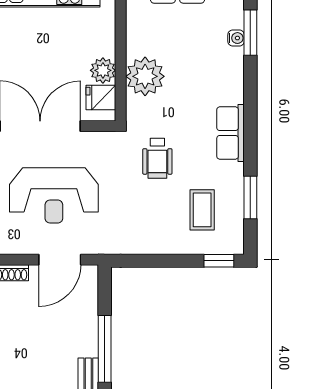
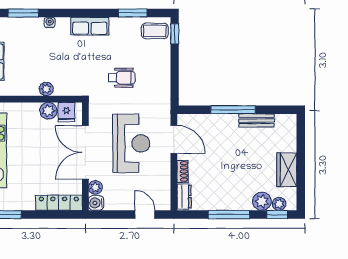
water cooler: (236, 38) -> (50, 23), moved
plant: (145, 76) -> (46, 89), width x0.53, depth x0.53
wheelchair: (157, 158) -> (122, 78), moved
coffee table: (202, 210) -> (155, 31), moved

